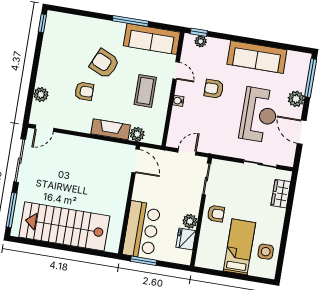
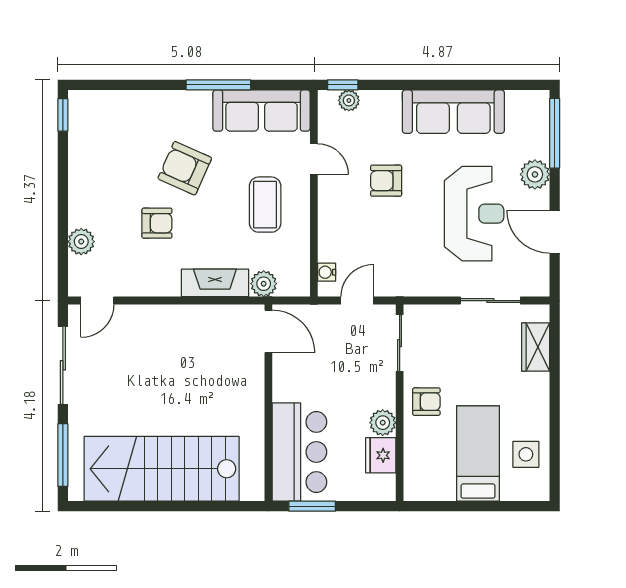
water cooler: (178, 101) -> (327, 272), moved

